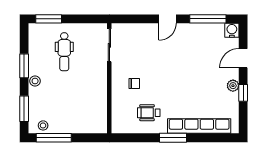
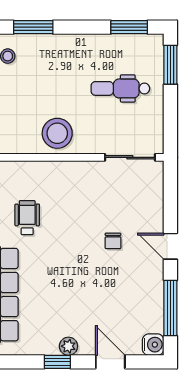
window: (24, 66) -> (129, 27), moved
stool: (35, 81) -> (57, 133), moved, width x1.89, depth x1.89
chair: (134, 83) -> (113, 241), moved

